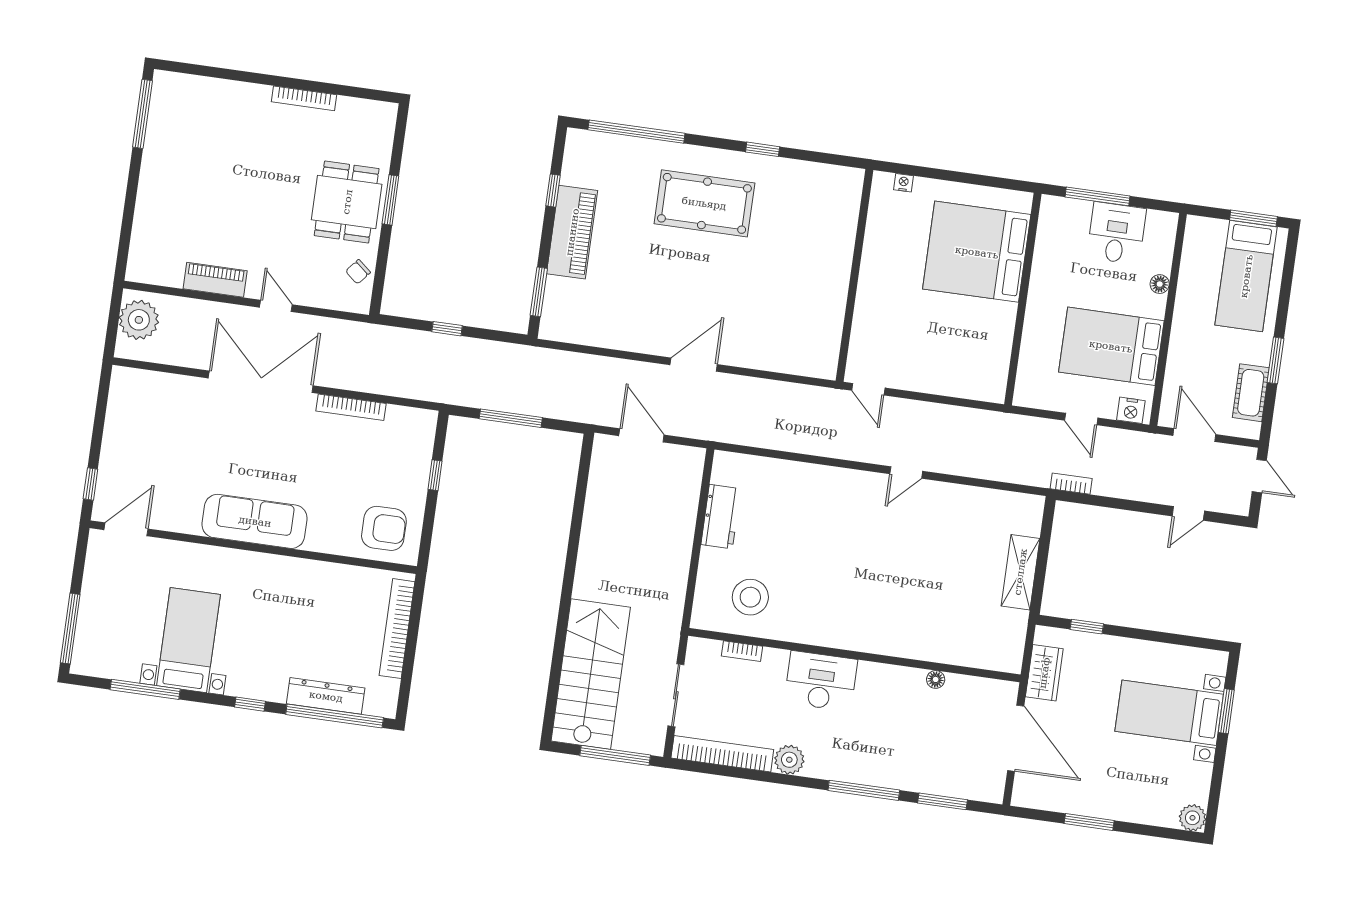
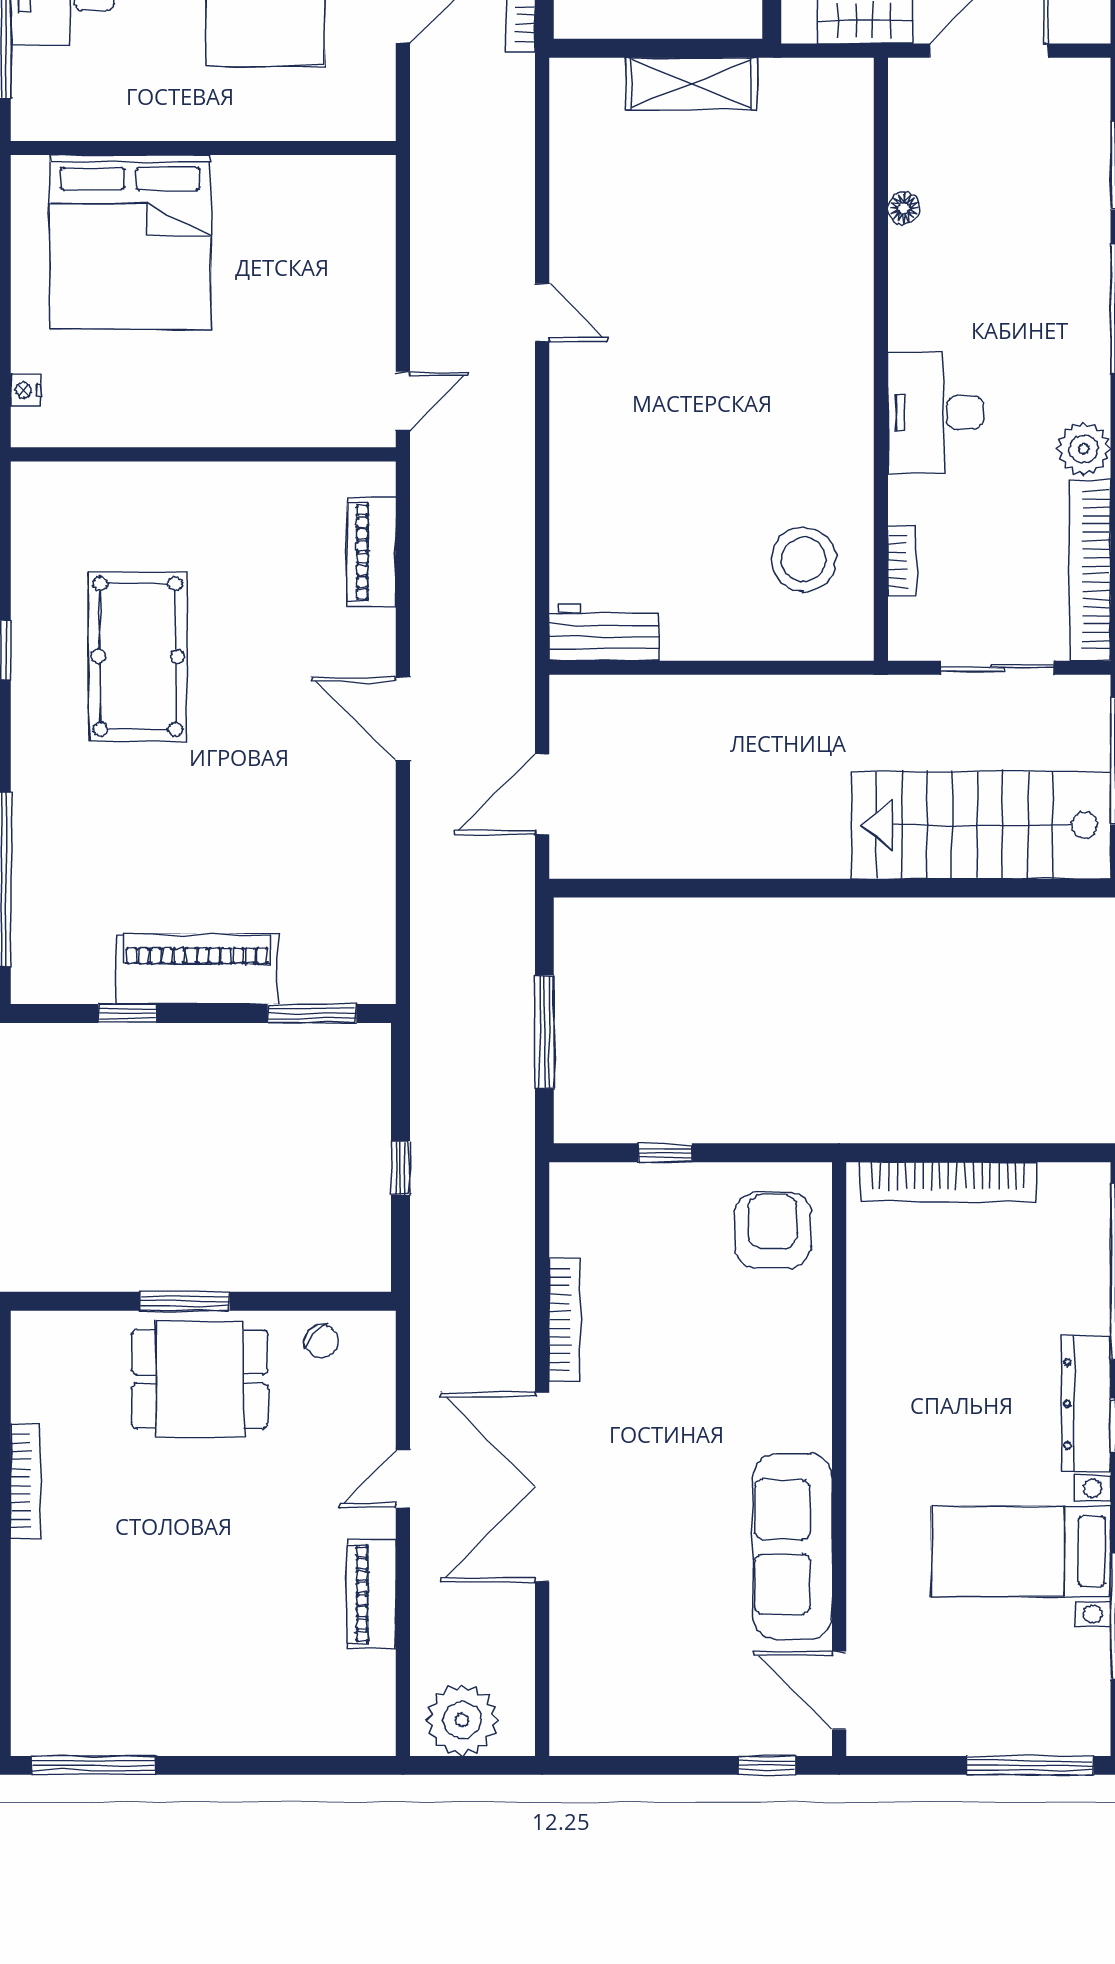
pool table: (704, 203) -> (138, 656), moved
piano: (788, 360) -> (371, 552), added
workbench: (721, 517) -> (604, 632), moved
sofa: (255, 521) -> (793, 1547), moved
dresser: (326, 696) -> (1086, 1404), moved

